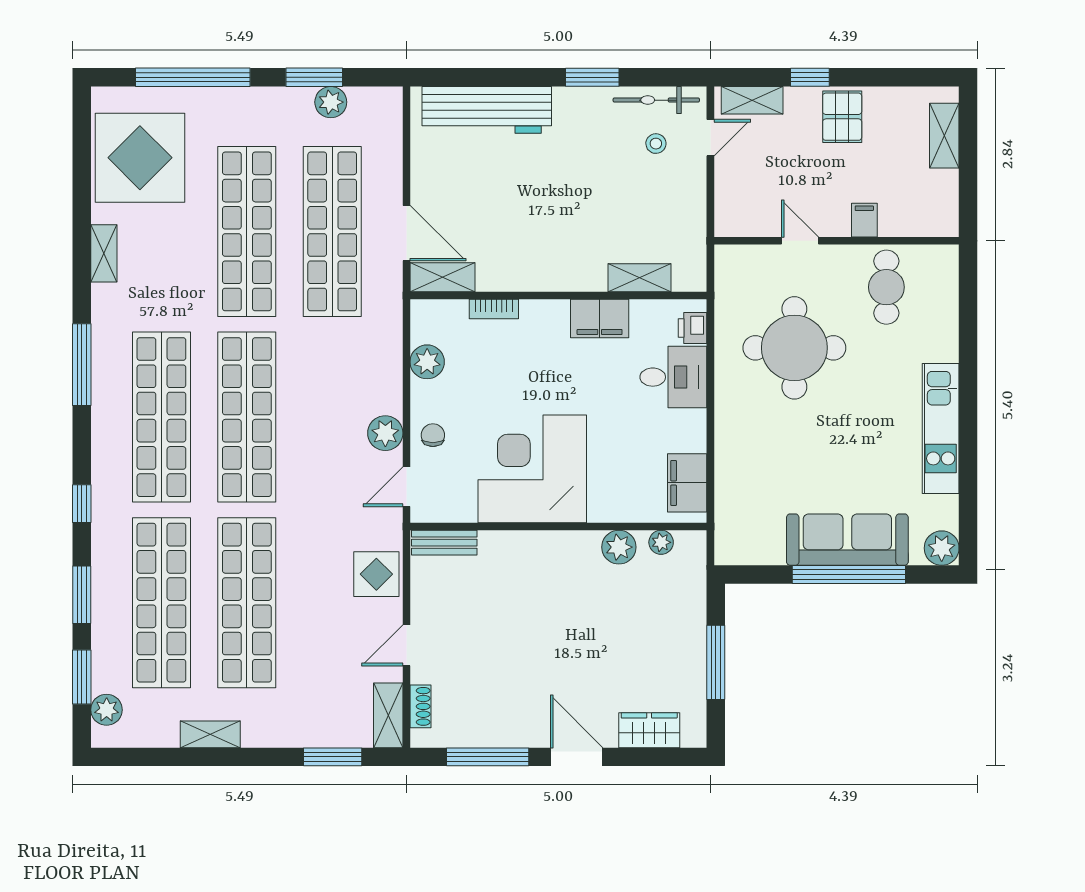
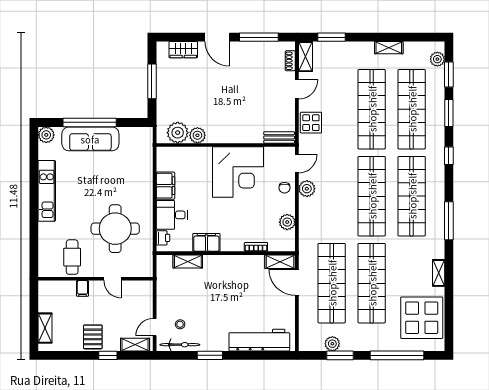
filing cabinet: (687, 483) -> (165, 186), moved
plant: (661, 542) -> (178, 133), width x1.88, depth x1.88

